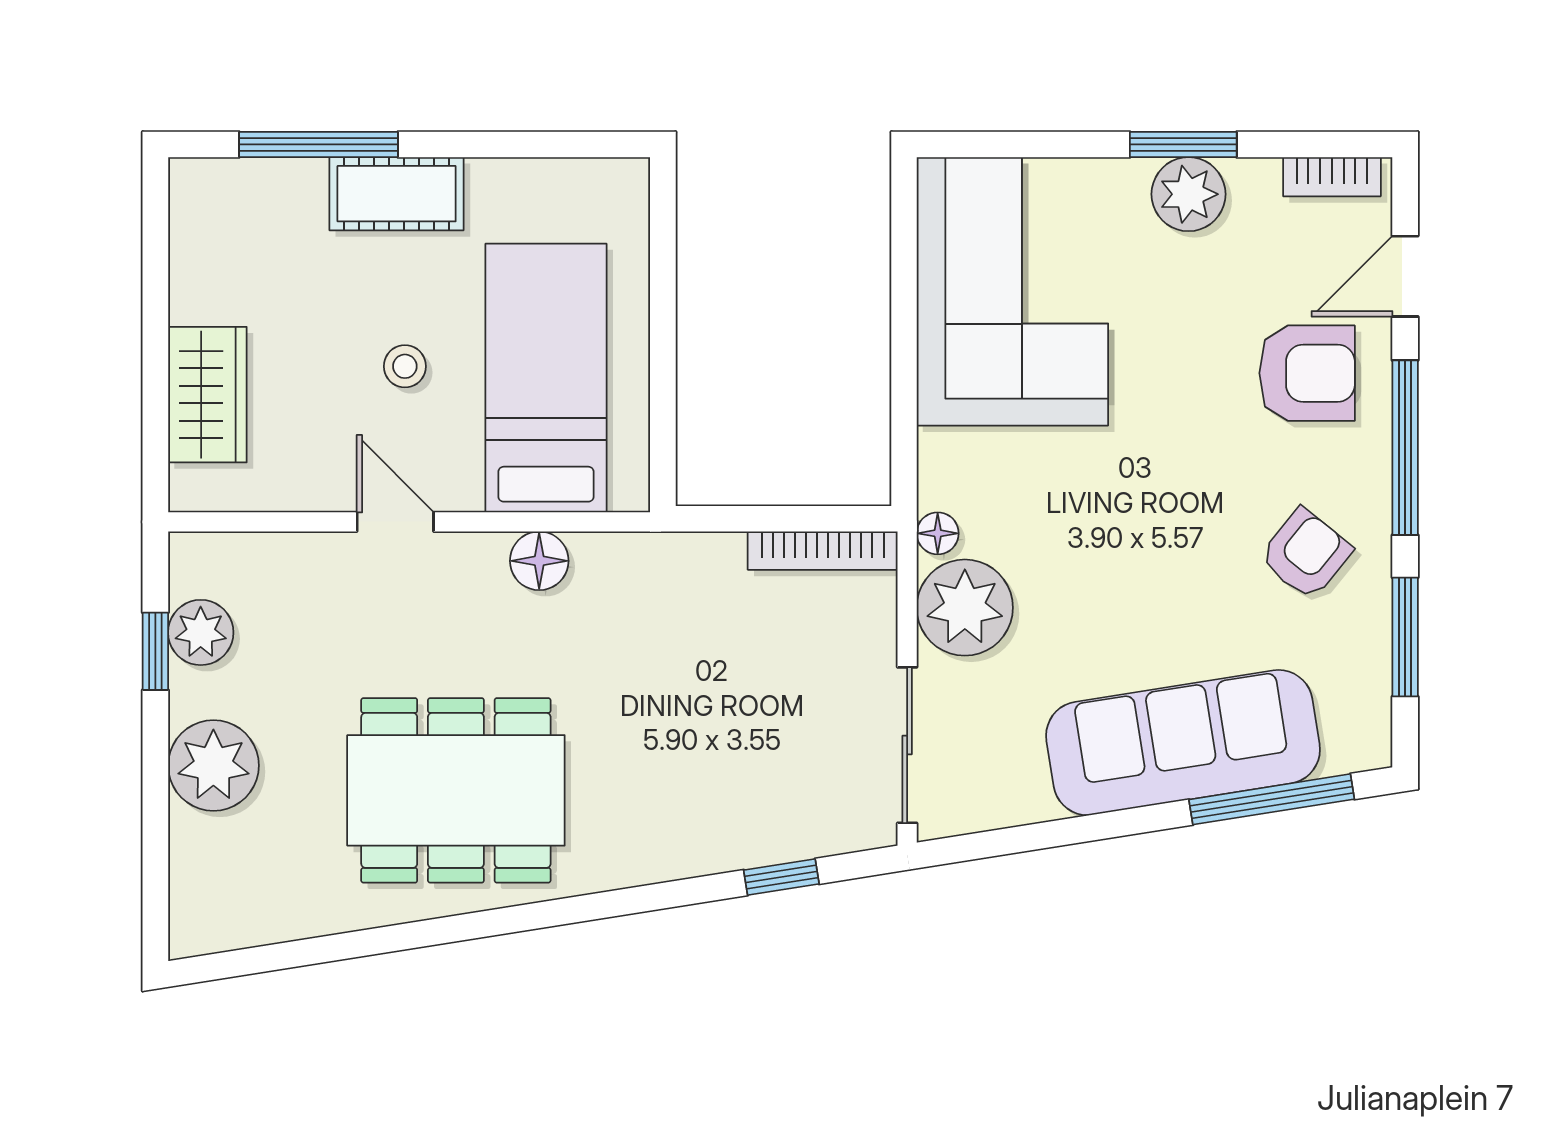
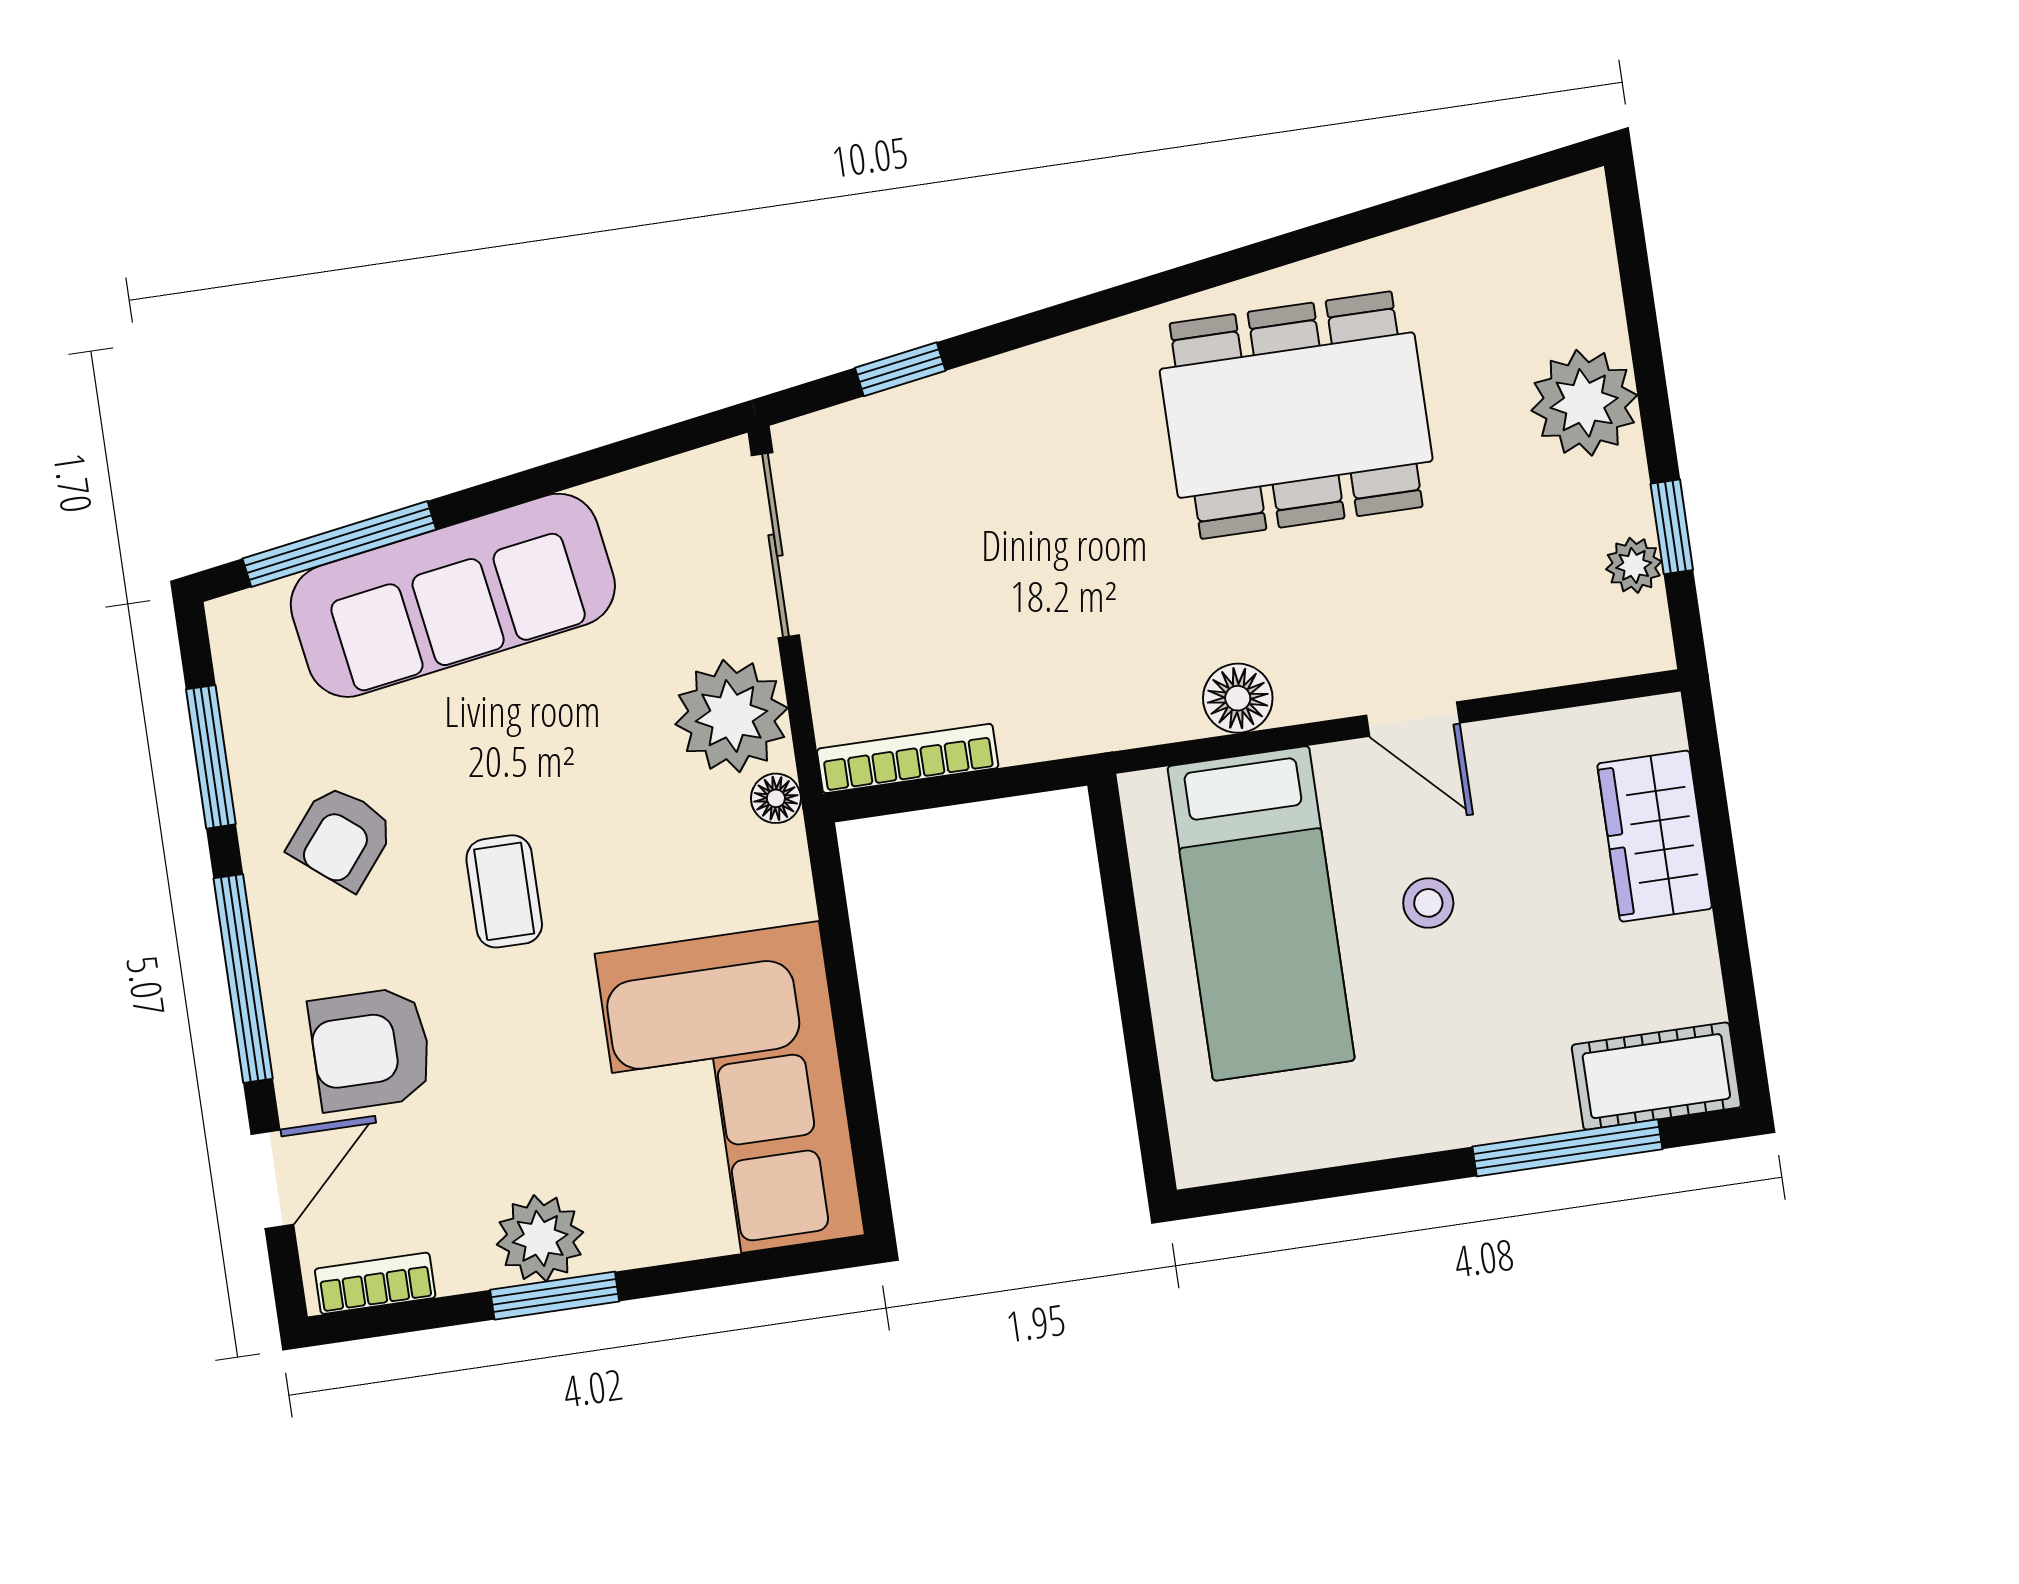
cot: (397, 194) -> (1656, 1076), moved
coffee table: (1176, 489) -> (504, 891), added
plant: (201, 632) -> (1634, 565), width x0.73, depth x0.73

